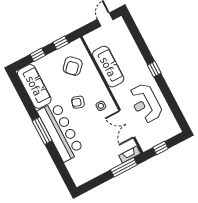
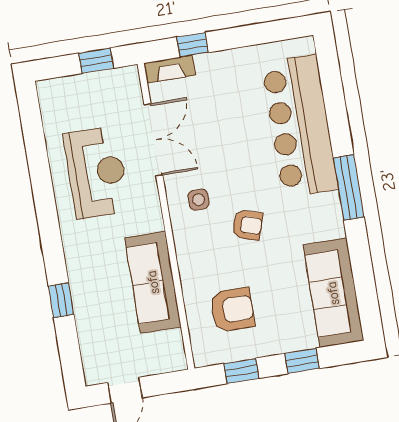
armchair: (73, 66) -> (232, 310), turned 46
window: (154, 69) -> (61, 300), moved
bar counter: (61, 131) -> (300, 126), moved
window: (124, 167) -> (192, 45), width x0.46

